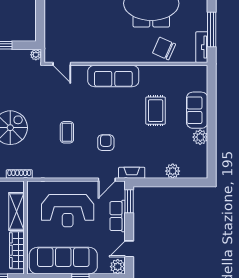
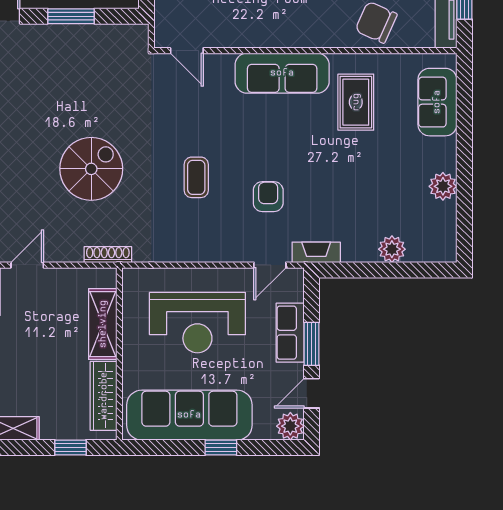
plant: (36, 55) -> (139, 34), removed
sofa: (197, 110) -> (437, 102), moved
rug: (156, 111) -> (356, 102), moved
window: (129, 201) -> (312, 344), moved

